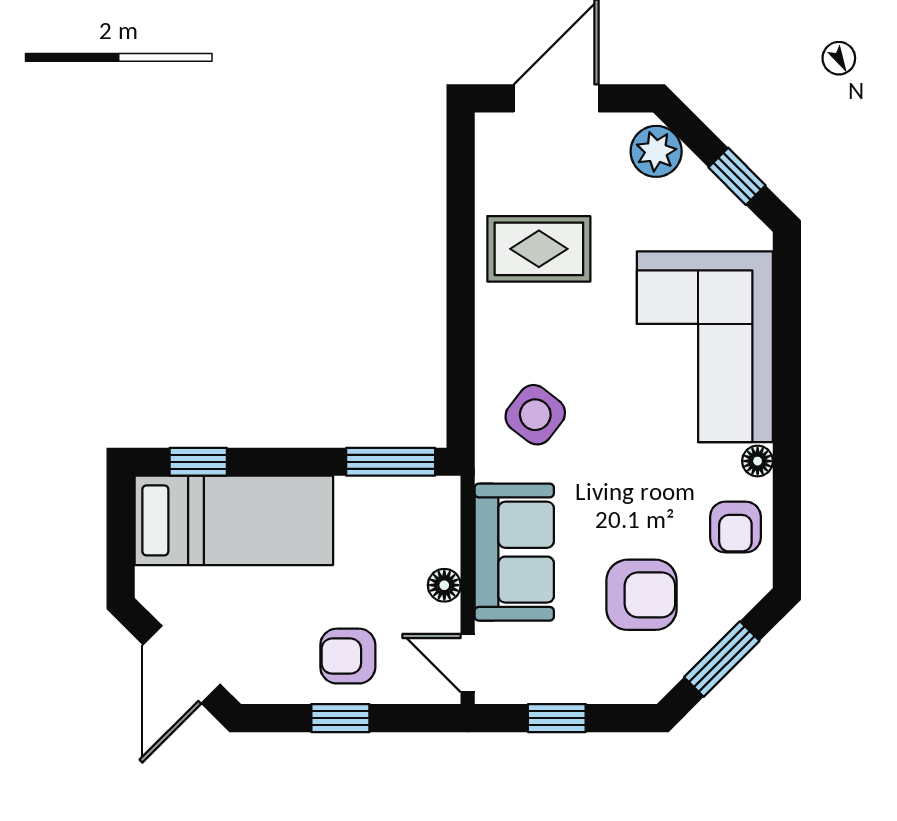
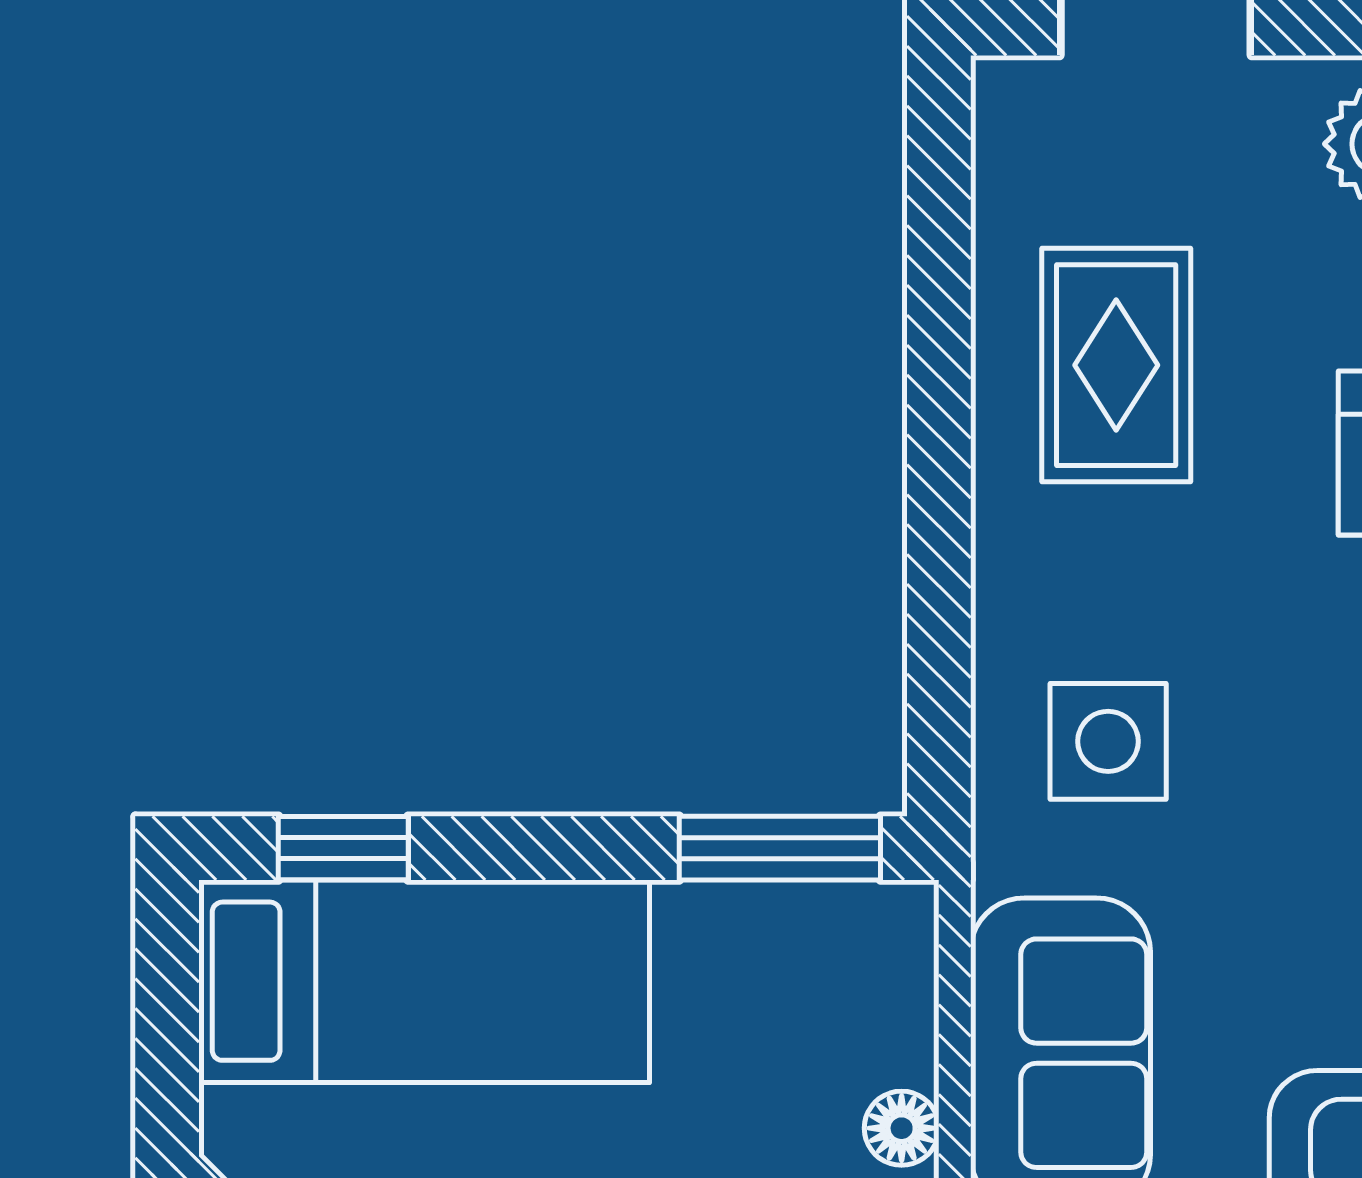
rug: (539, 249) -> (1116, 365), turned 90
side table: (535, 415) -> (1108, 741), turned -38

